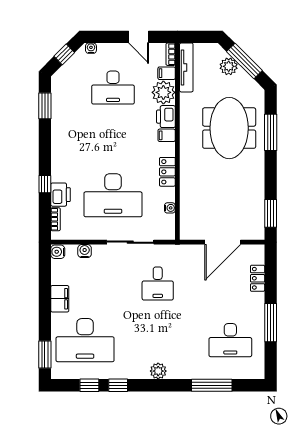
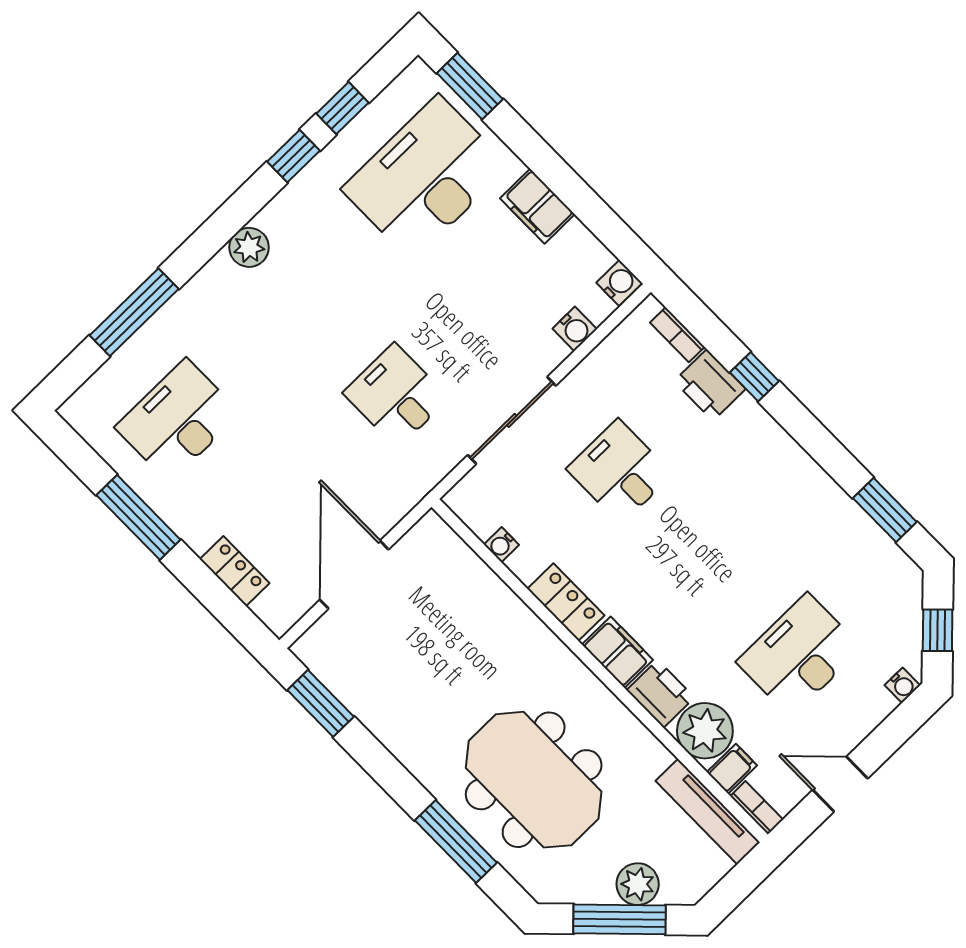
filing cabinet: (167, 135) -> (617, 652), width x2.00
desk: (113, 195) -> (620, 472), width x0.53, depth x0.77

